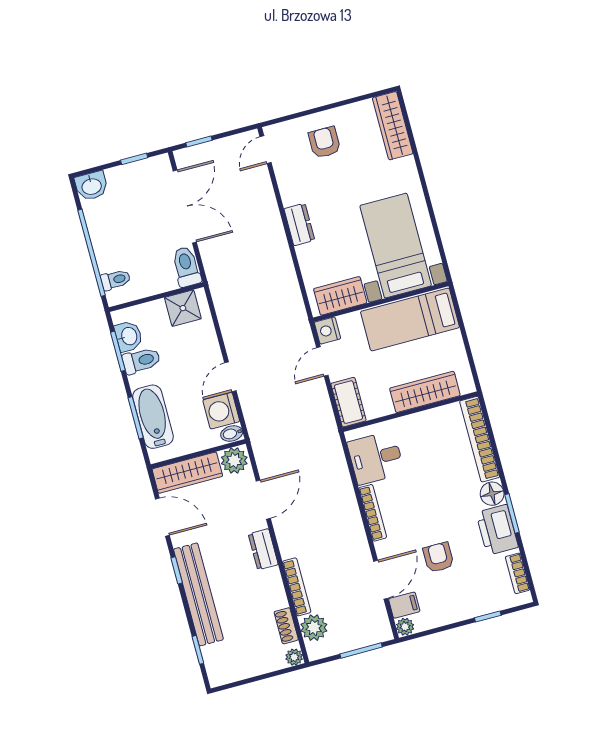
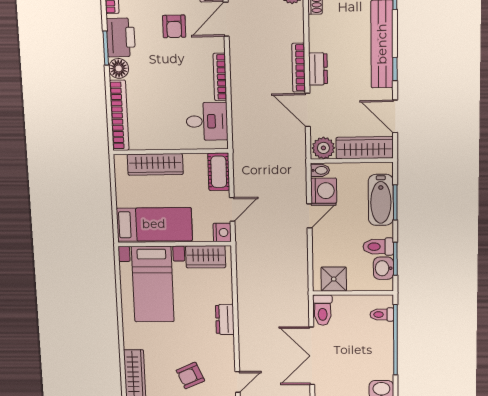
armchair: (324, 142) -> (190, 376), turned 66
door: (263, 500) -> (308, 110), hinge flipped
bookcase: (297, 587) -> (299, 68), moved

